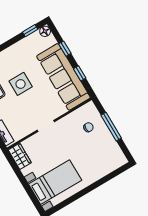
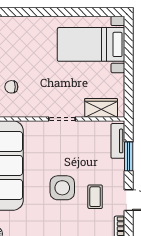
wardrobe: (20, 156) -> (101, 108), moved, turned 90

